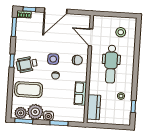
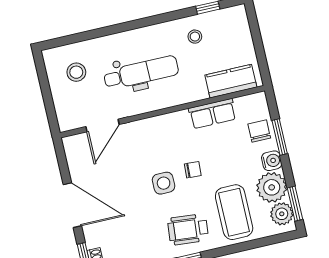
chair: (77, 60) -> (259, 131), moved
wheelchair: (27, 64) -> (188, 229), turned 110

